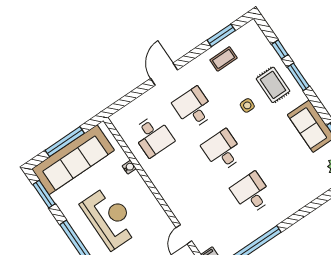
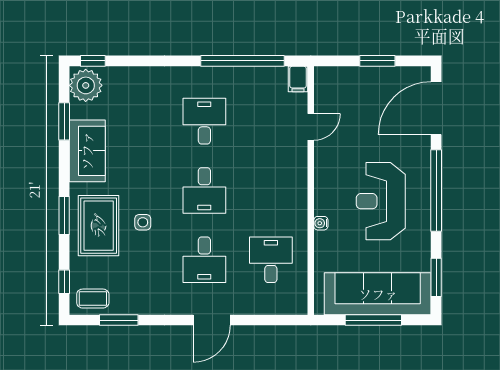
window: (280, 49) -> (64, 282), moved
coffee table: (224, 59) -> (93, 299), moved
rug: (273, 85) -> (99, 226), width x1.36, depth x1.43
water cooler: (129, 167) -> (321, 223), moved
desk: (252, 193) -> (204, 121), turned 180

